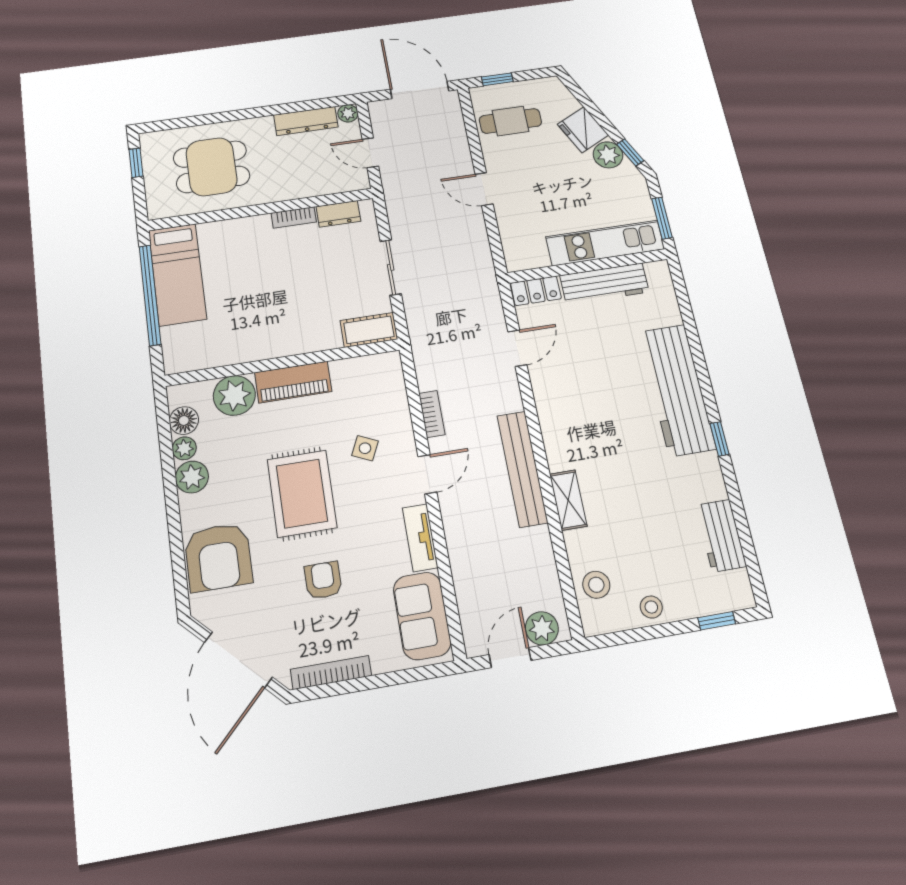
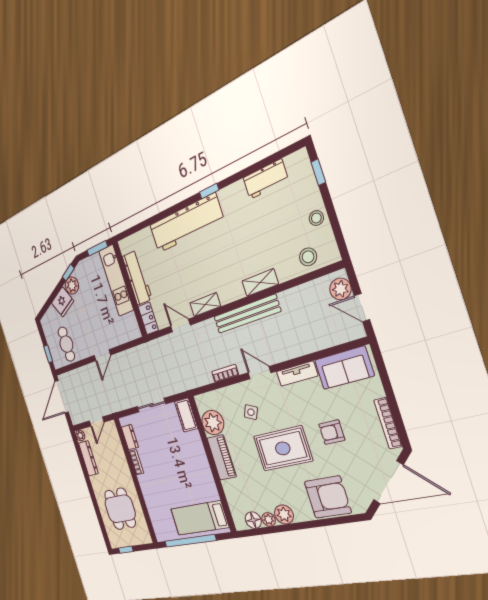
bed: (177, 274) -> (199, 518), moved, turned 180
plant: (234, 395) -> (213, 423), moved
shelving: (546, 399) -> (205, 305), added

